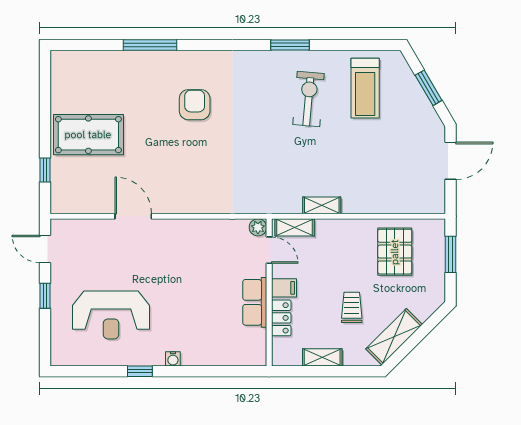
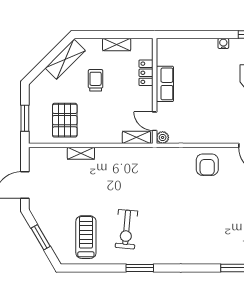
armchair: (195, 105) -> (207, 165), moved
shelving: (322, 205) -> (81, 153), moved
filing cabinet: (284, 288) -> (144, 94), removed
trolley: (352, 307) -> (96, 80), turned 180

